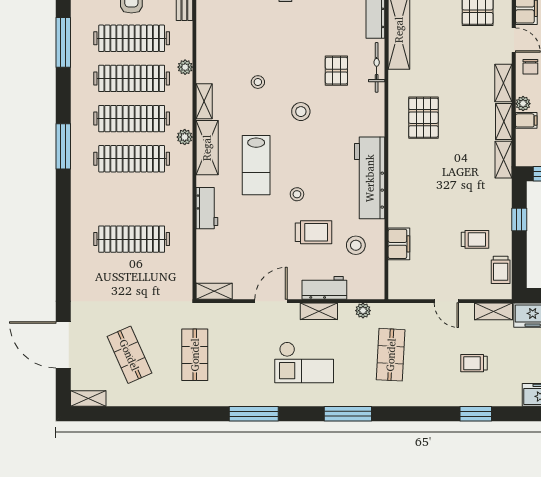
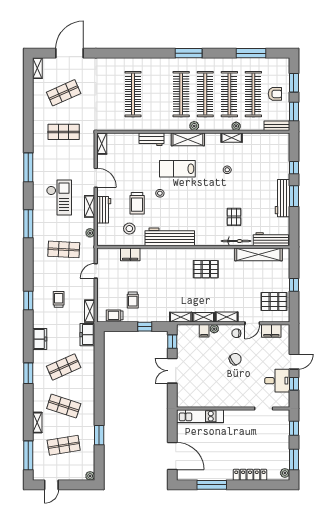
pallet: (336, 71) -> (234, 217), turned 90
shelving: (204, 101) -> (232, 138), moved
stool: (301, 112) -> (209, 196), removed
door: (446, 301) -> (96, 271), moved
checkout: (304, 362) -> (59, 198), turned 180

